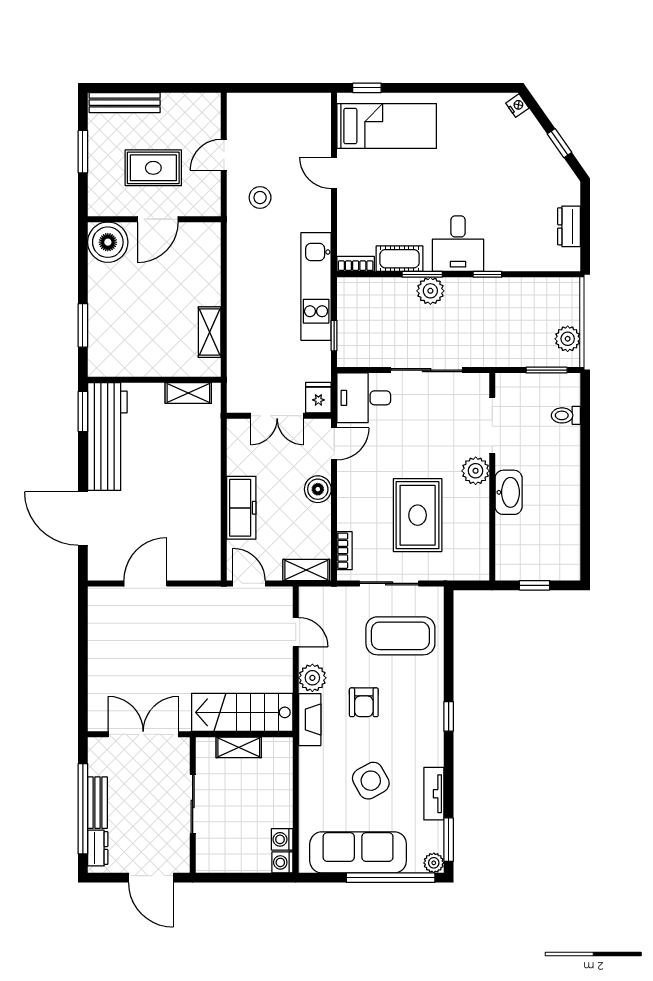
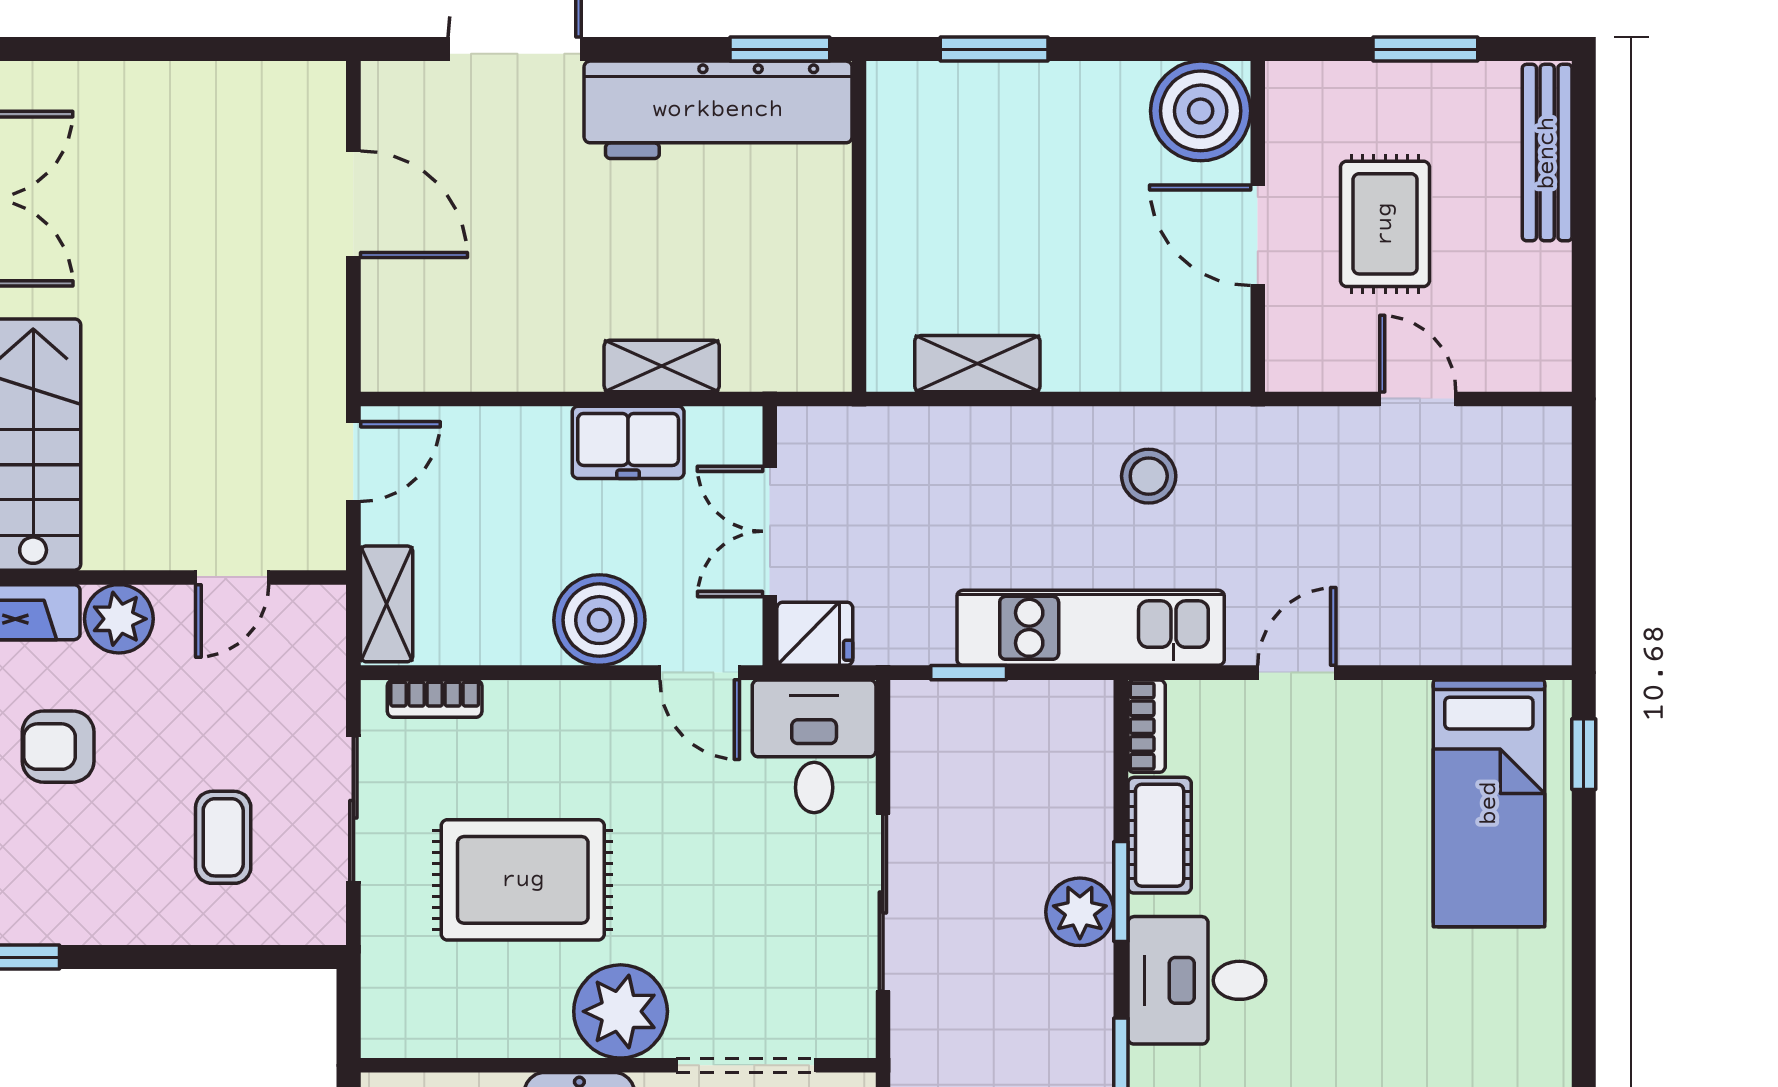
door: (334, 173) -> (1297, 673), moved
stool: (260, 198) -> (1149, 476), moved
shelving: (188, 393) -> (662, 366), moved, turned 90
plant: (476, 471) -> (621, 1011), width x1.36, depth x1.36
boiler: (318, 489) -> (599, 620), width x1.37, depth x1.37
freezer: (241, 508) -> (628, 442), moved, width x0.71
coffee table: (400, 636) -> (223, 837), width x0.54, depth x0.58

